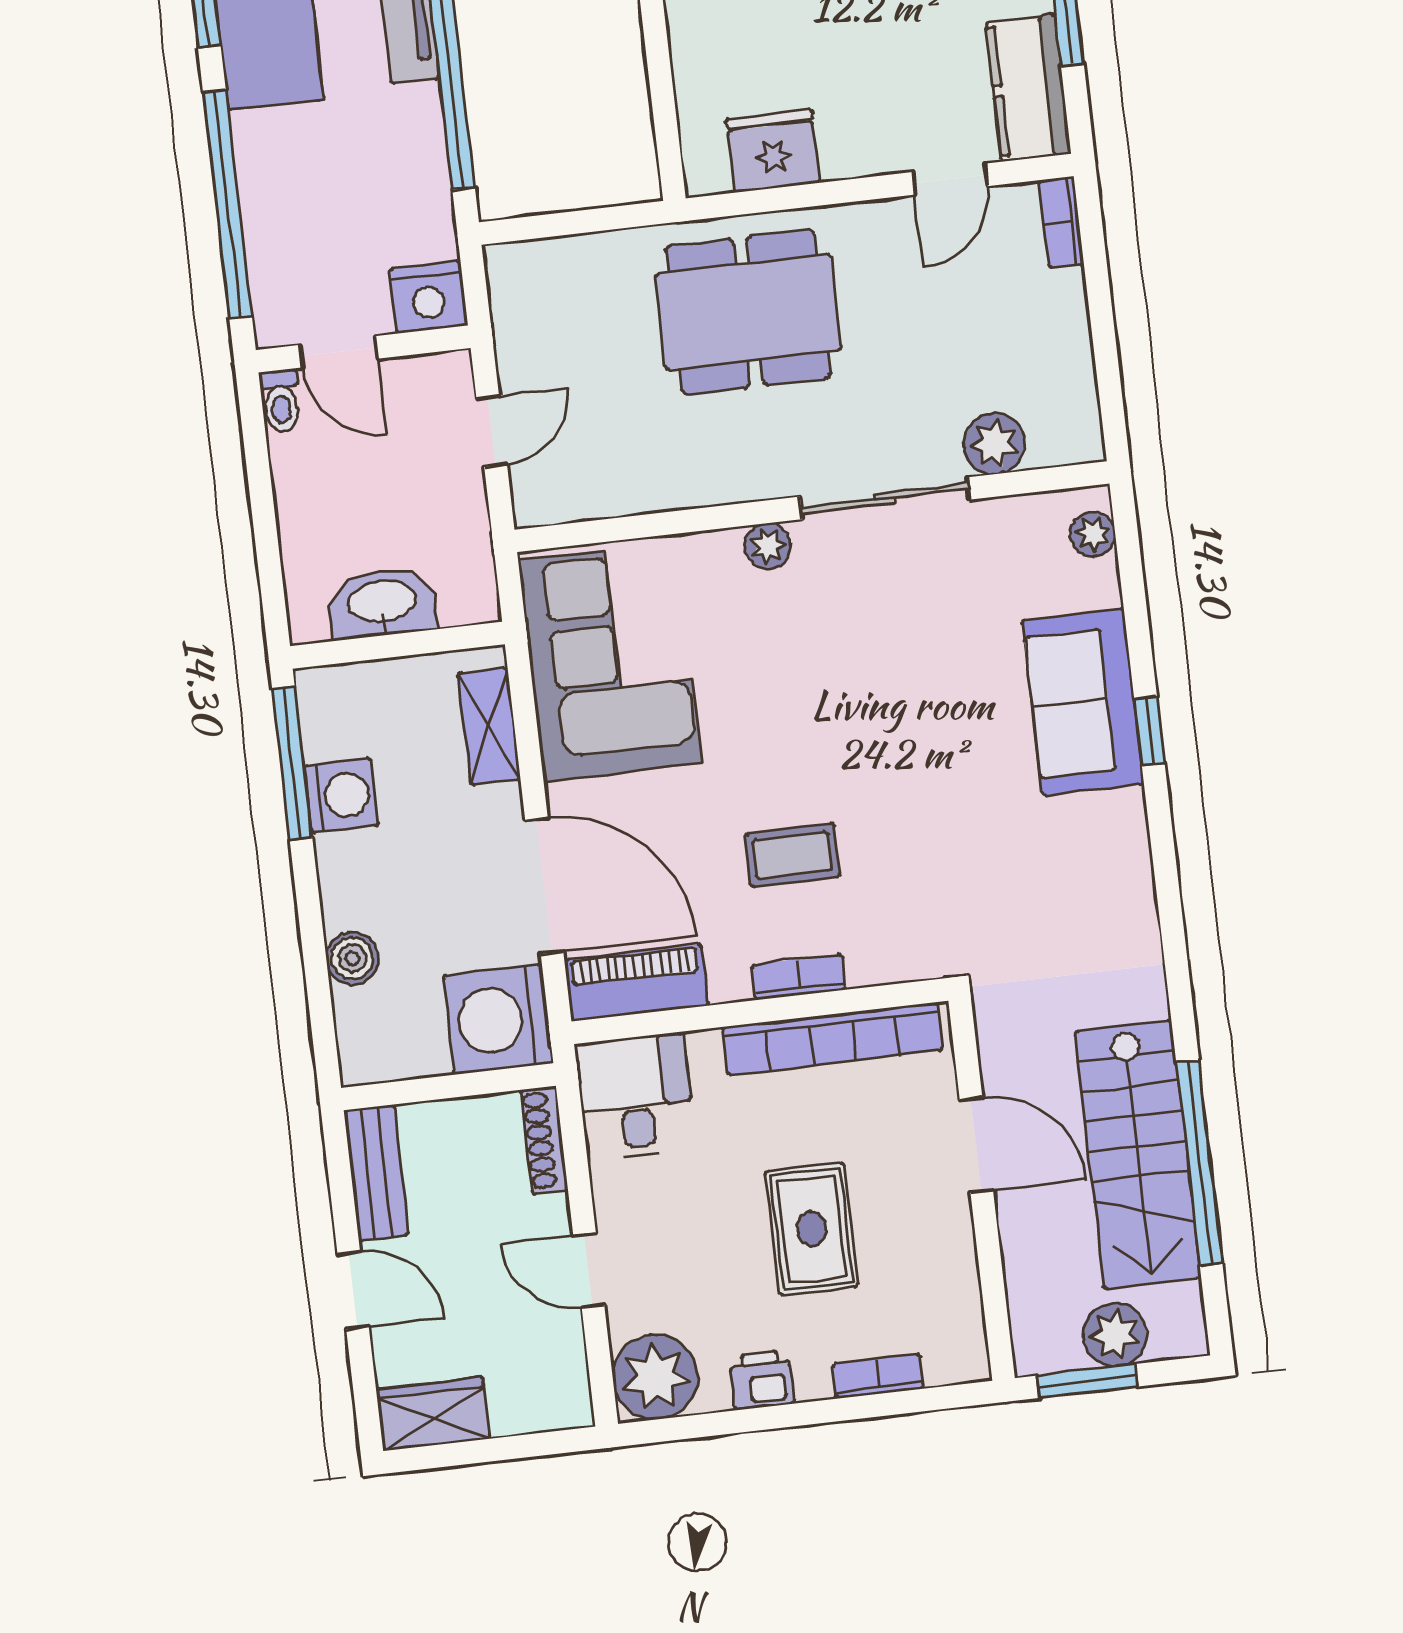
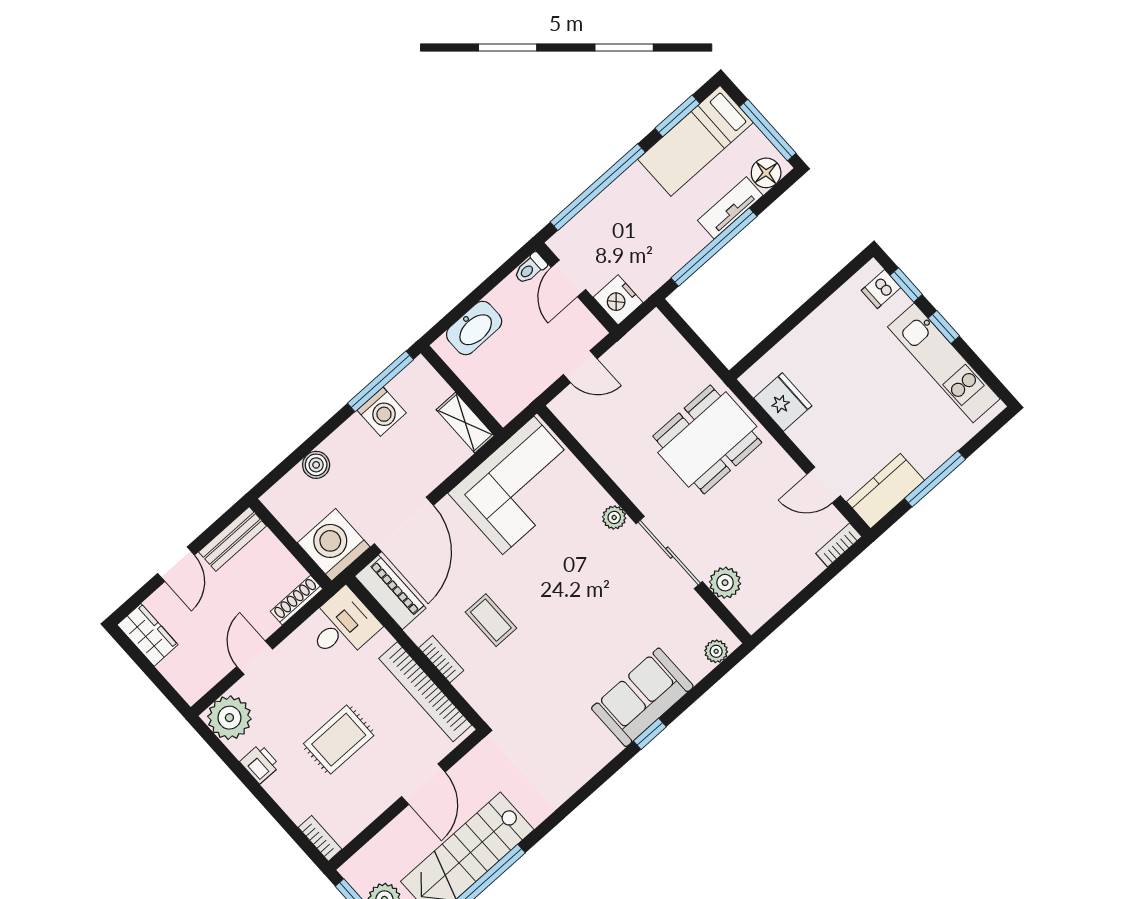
dining table: (748, 312) -> (707, 439), turned 90
washbasin: (382, 603) -> (474, 328), moved, turned 90
shelving: (489, 726) -> (465, 423), moved, turned 90
bookcase: (878, 1376) -> (320, 838), moved

